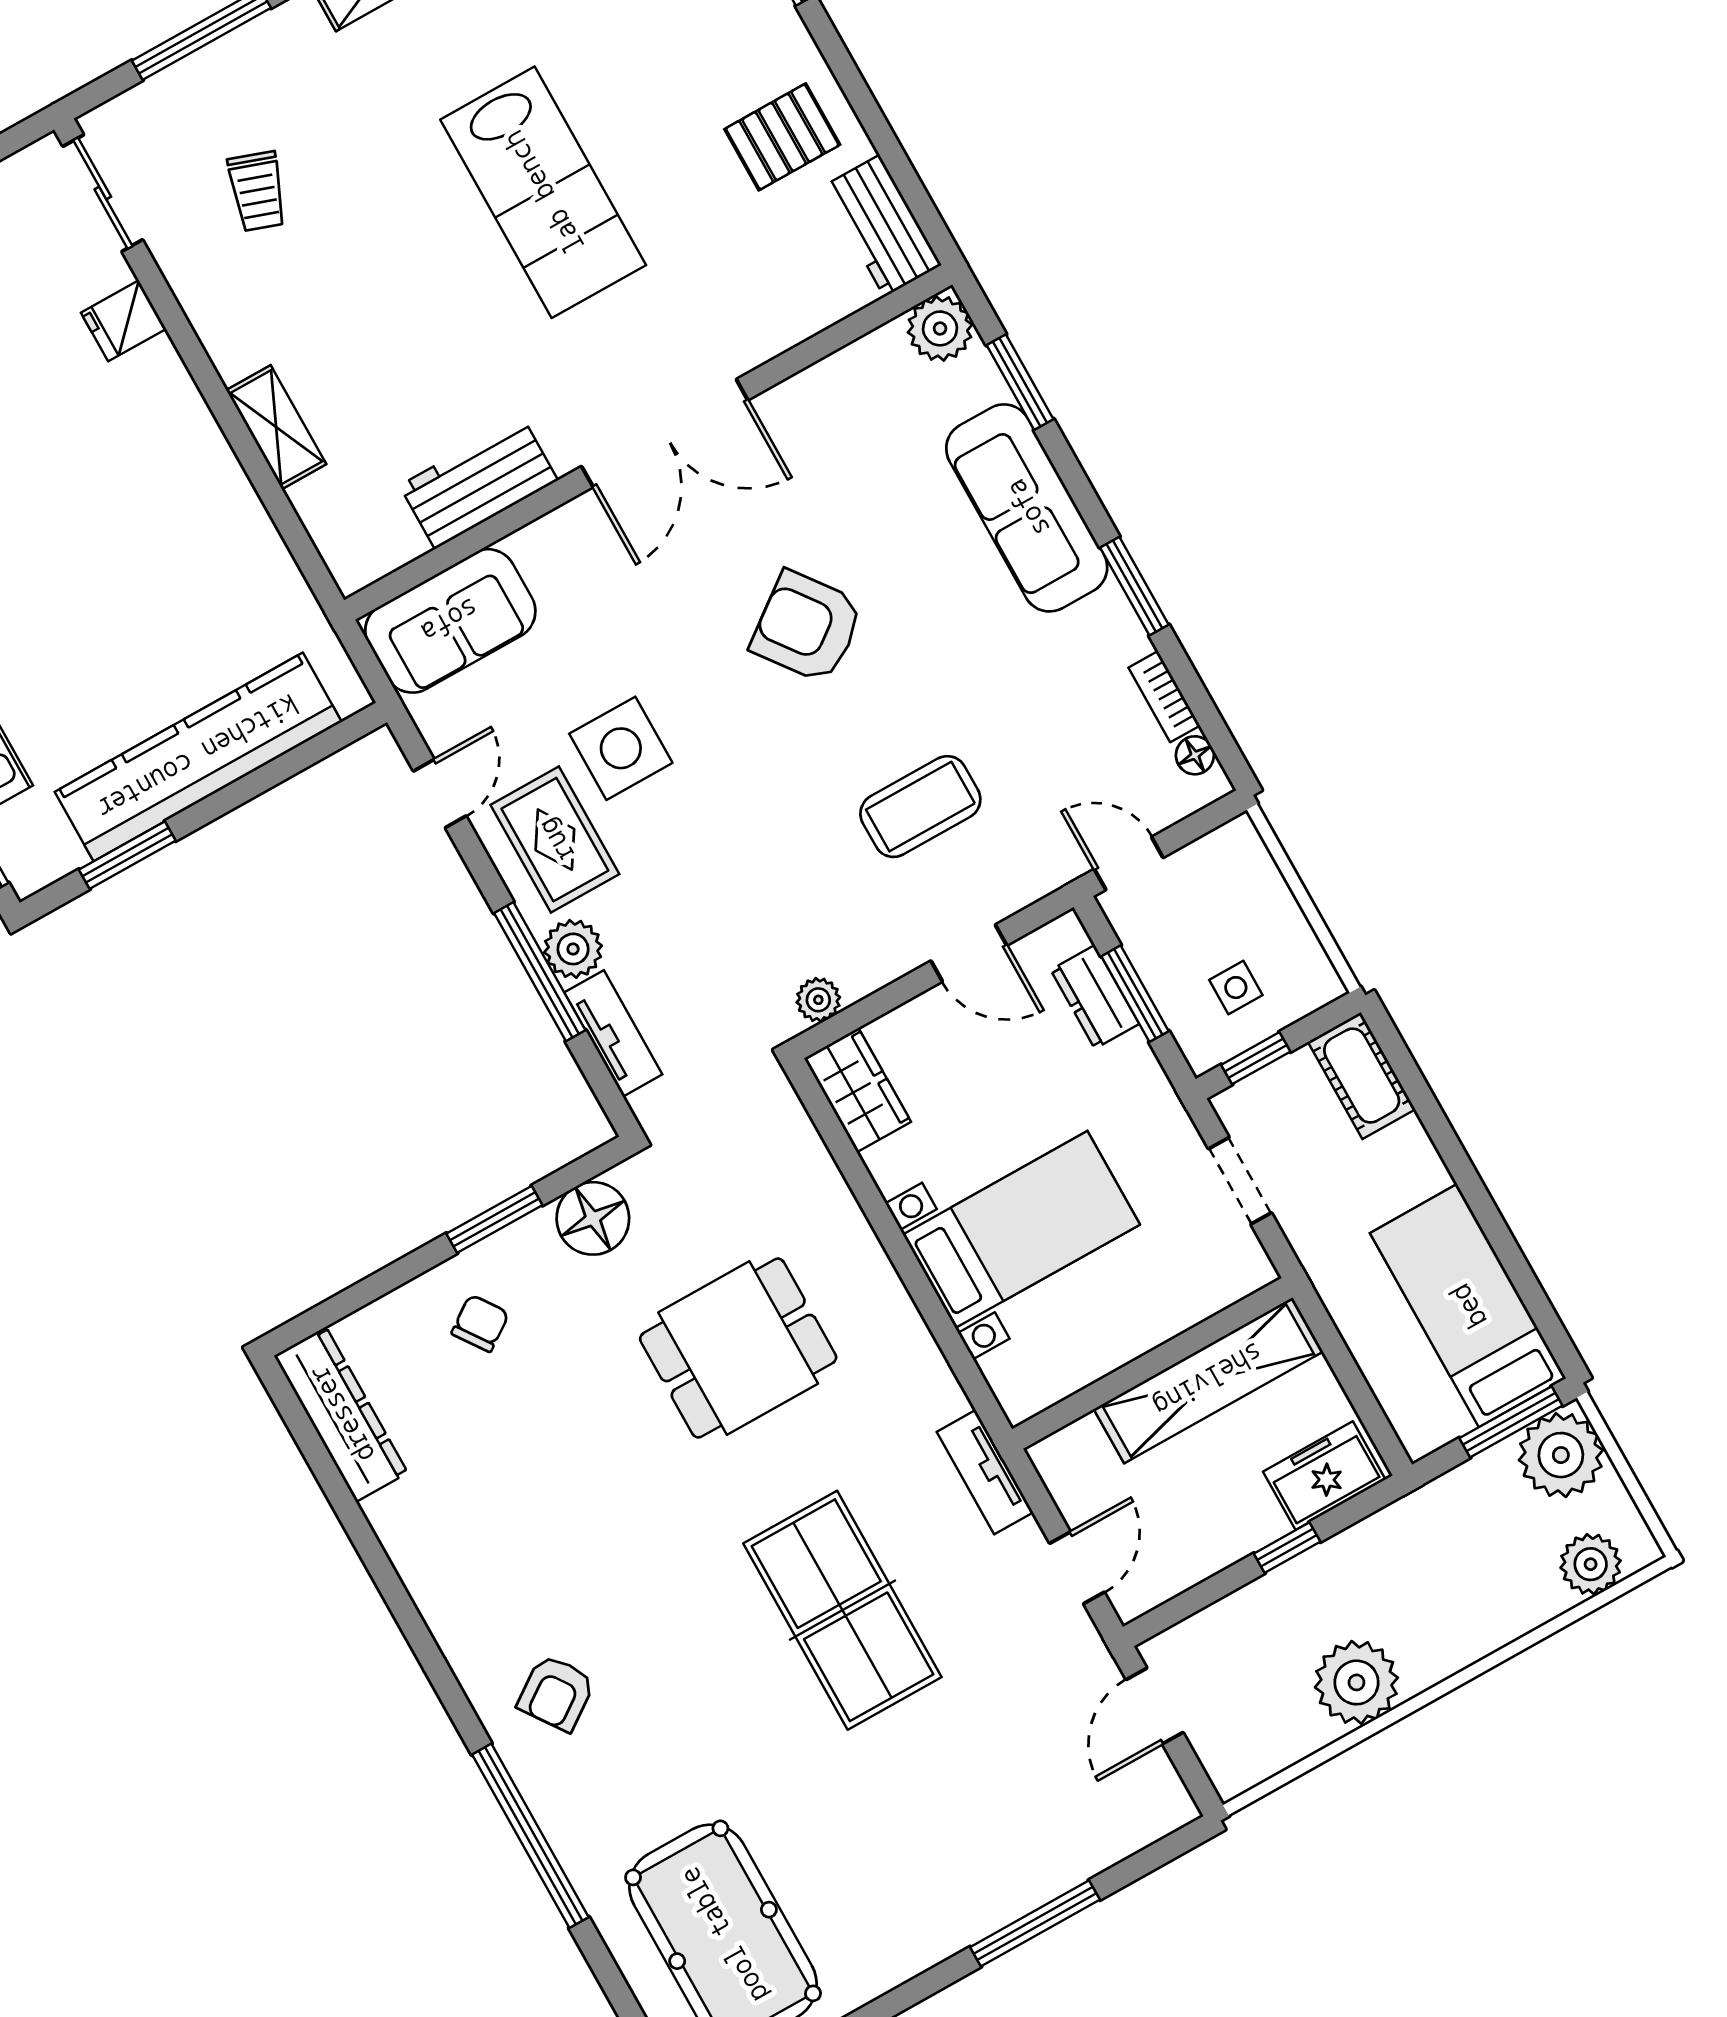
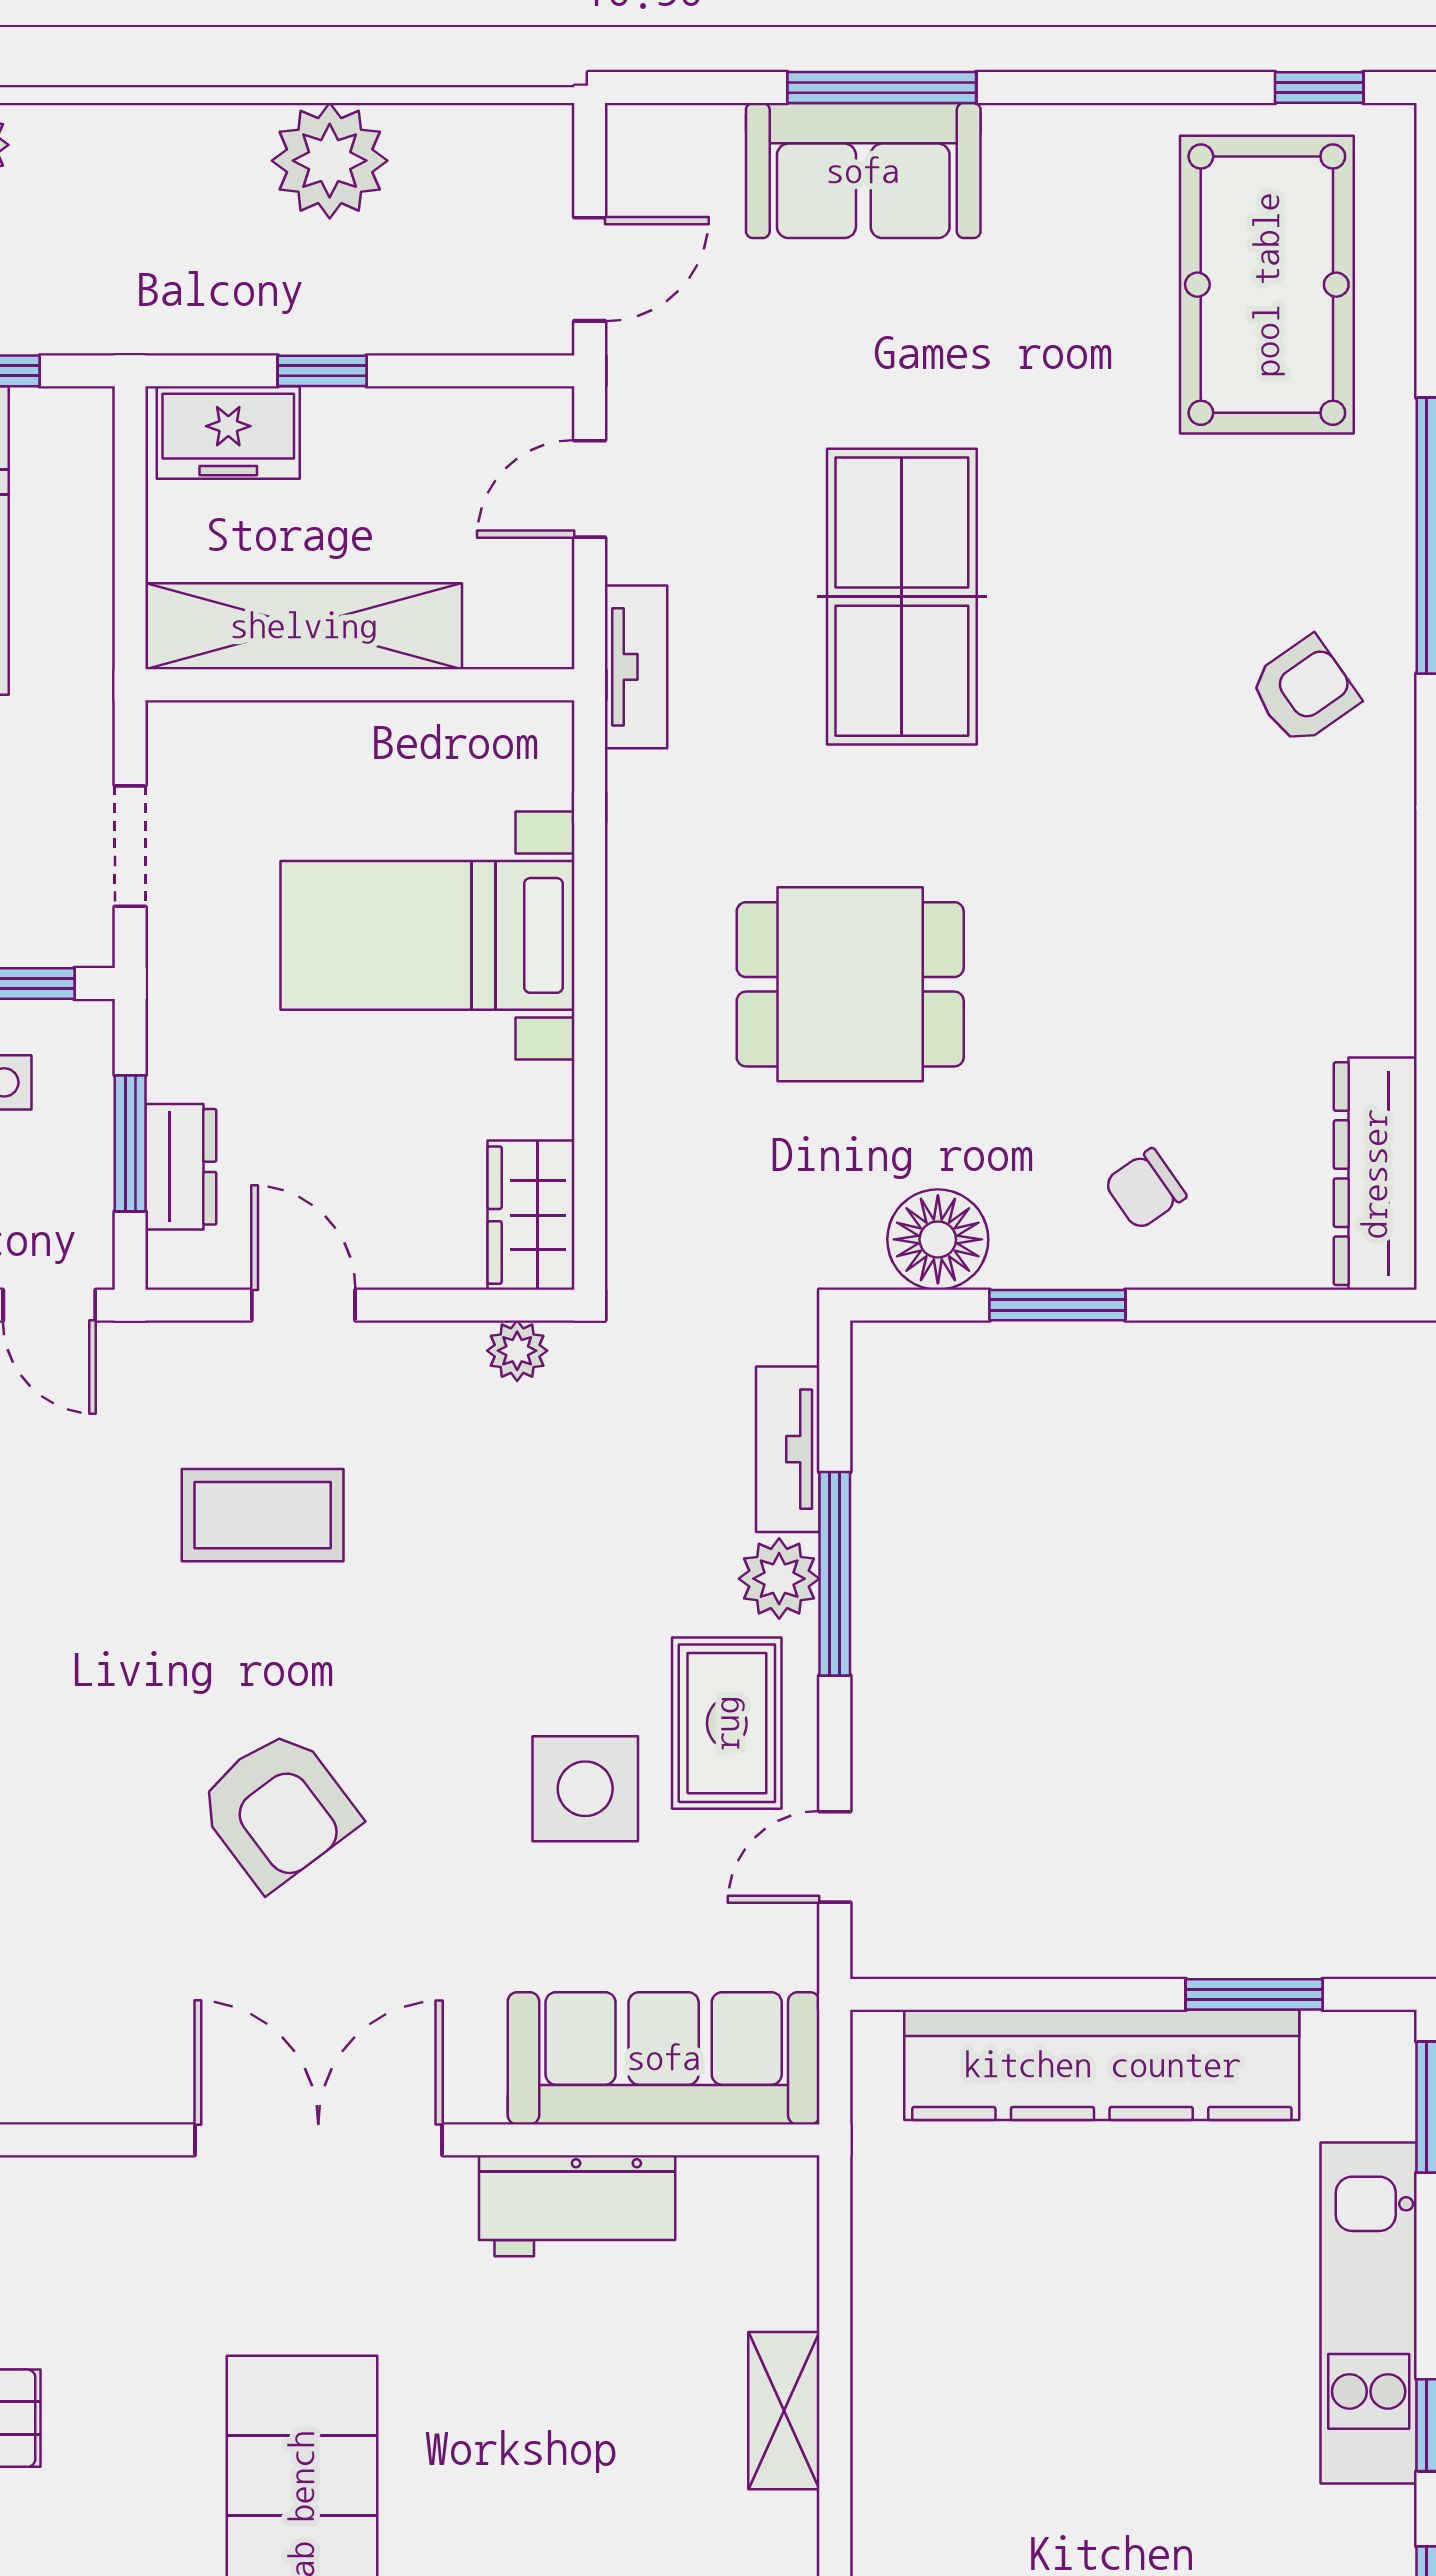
sofa: (450, 621) -> (664, 2058), width x1.36
sofa: (1017, 1865) -> (863, 171), added

